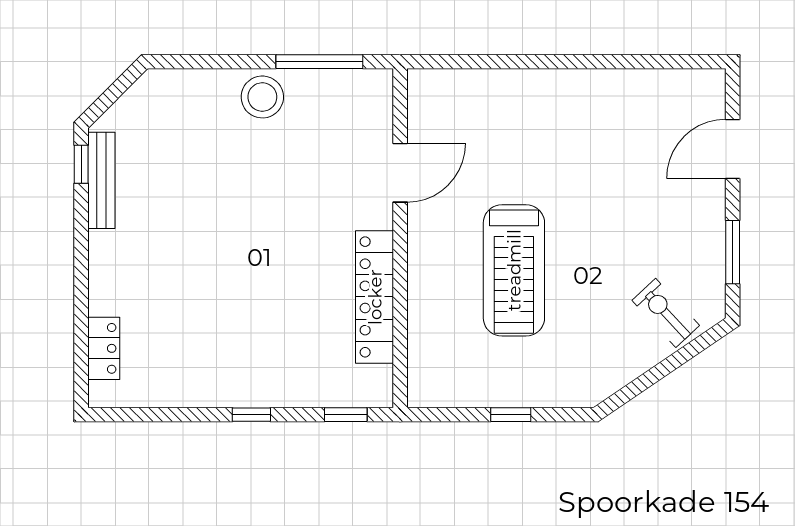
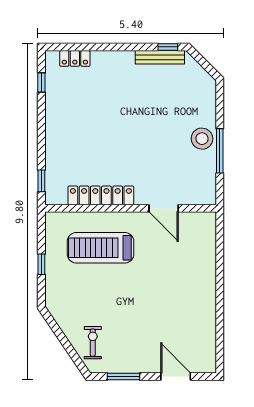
window: (319, 62) -> (220, 151), moved
treadmill: (514, 270) -> (101, 248), moved
exercise bike: (666, 313) -> (93, 343), turned -47
window: (251, 415) -> (41, 83), moved

